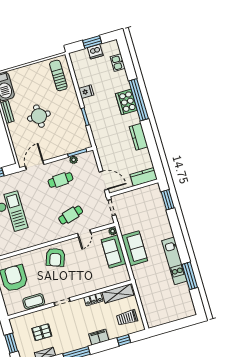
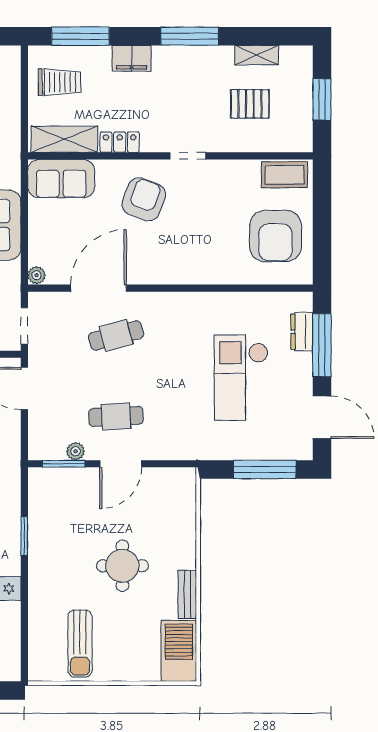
sun lounger: (58, 75) -> (80, 643), moved
door: (35, 165) -> (121, 464), moved
door: (84, 233) -> (99, 288), width x1.88
sofa: (114, 252) -> (61, 179), moved, turned 90
armchair: (55, 257) -> (144, 199), moved
coffee table: (34, 301) -> (284, 175), moved
window: (124, 340) -> (80, 36), width x2.17

